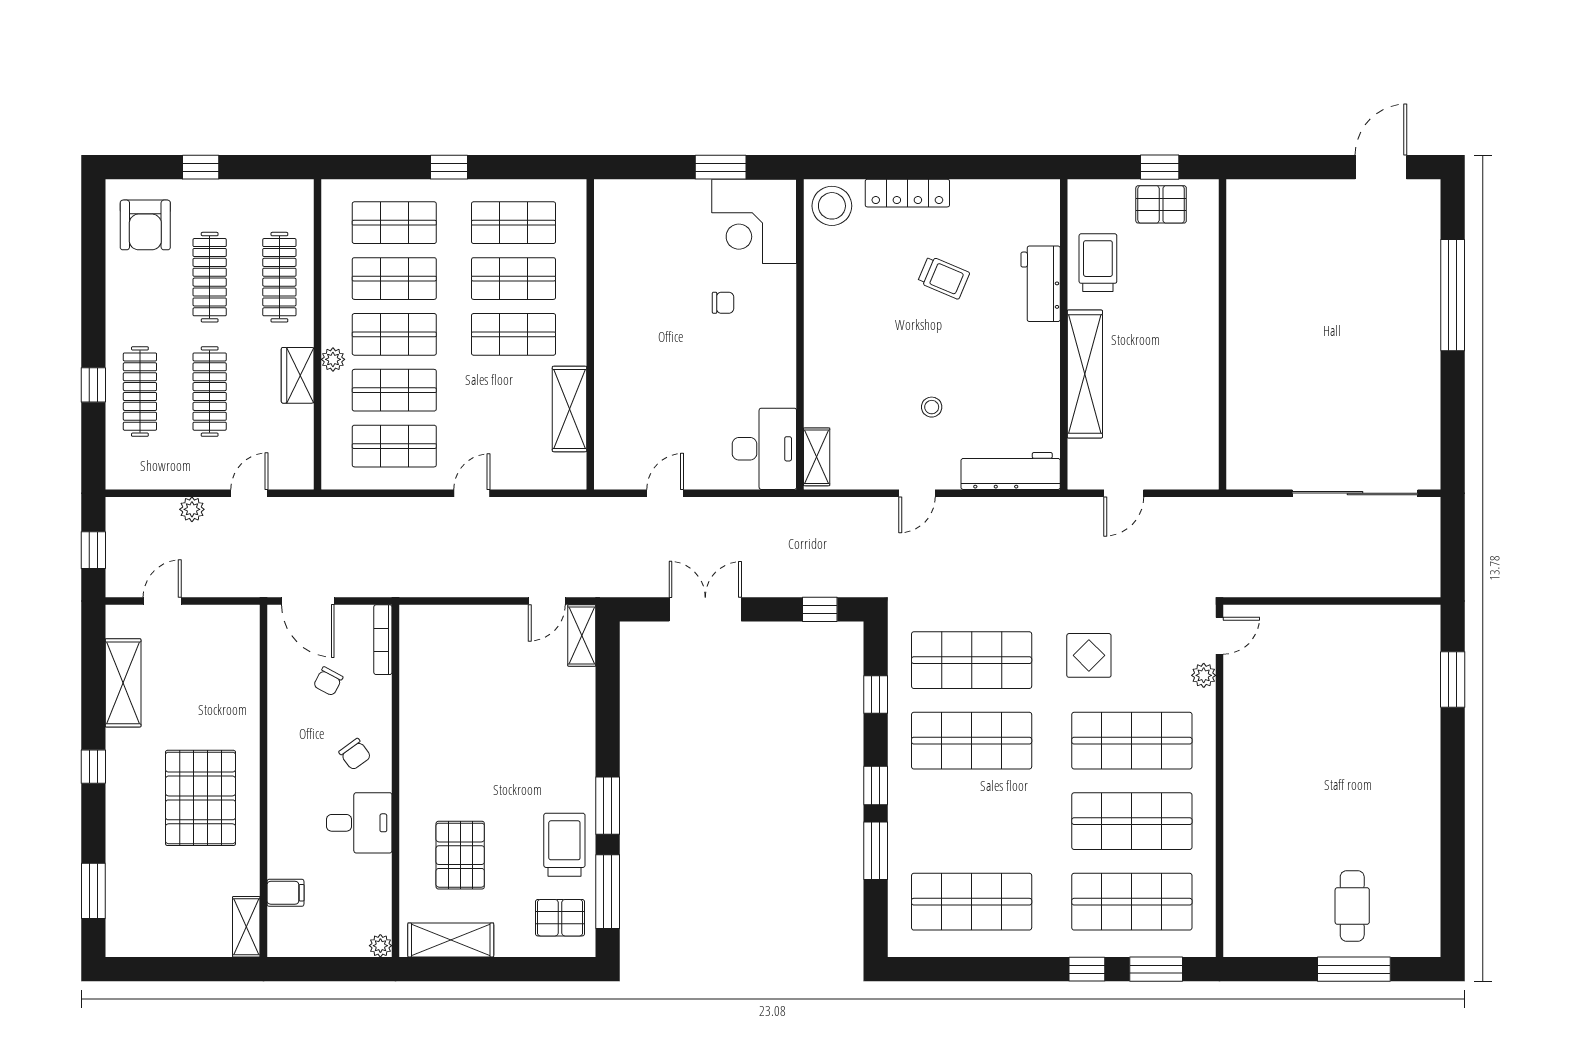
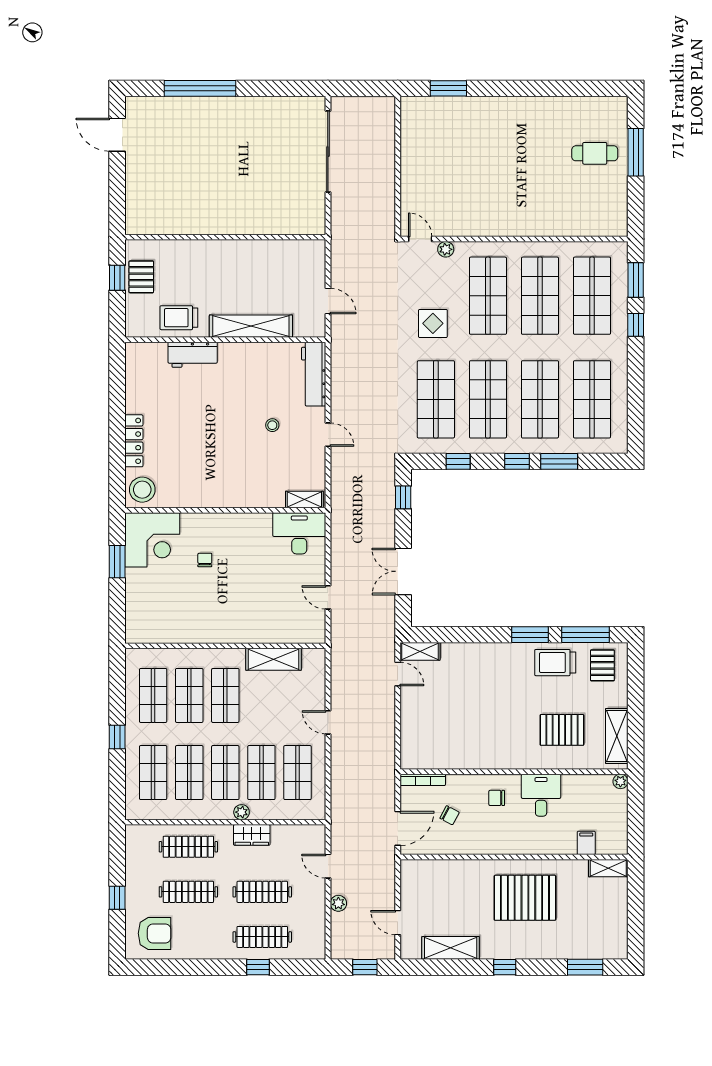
trolley: (944, 277) -> (189, 417), removed
chair: (355, 754) -> (497, 798), turned -144
shop shelf: (972, 821) -> (540, 399), added

